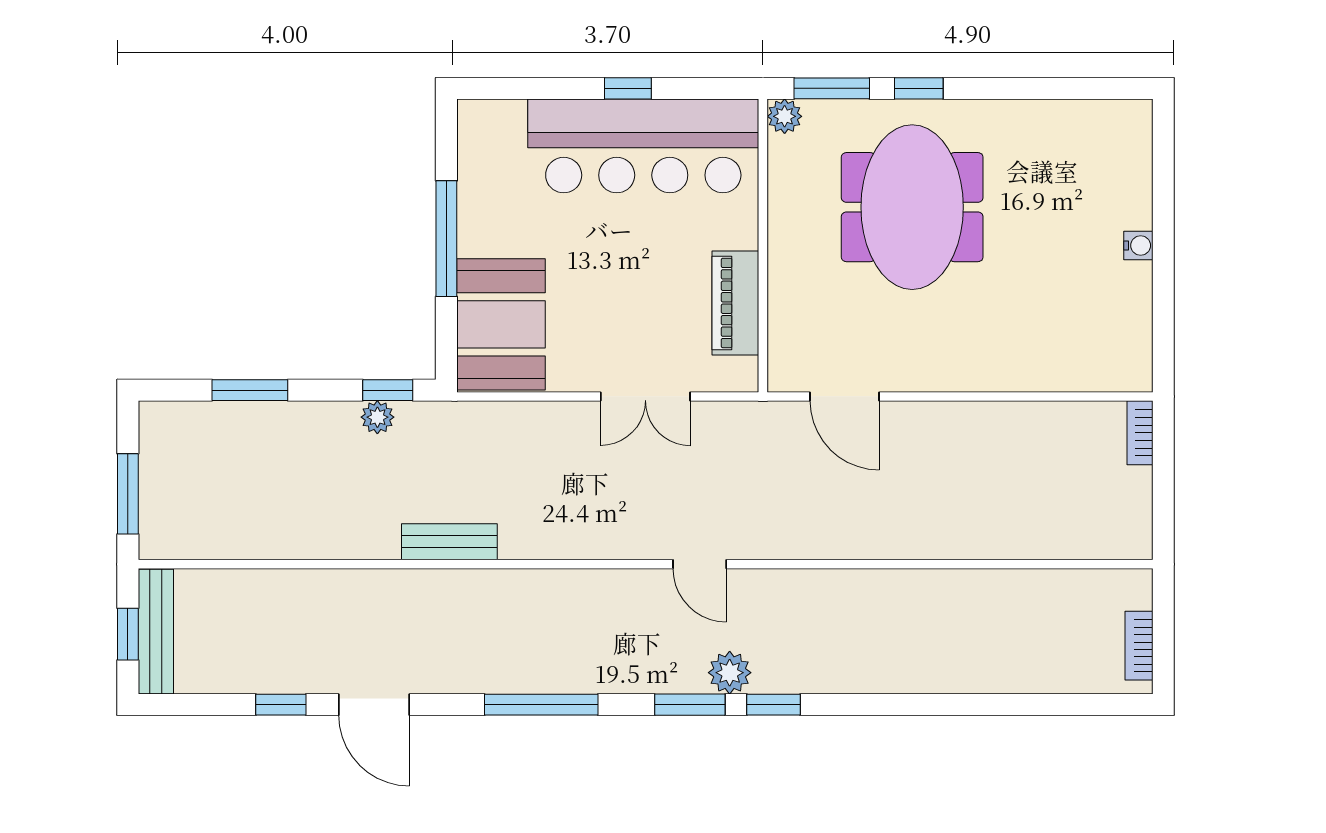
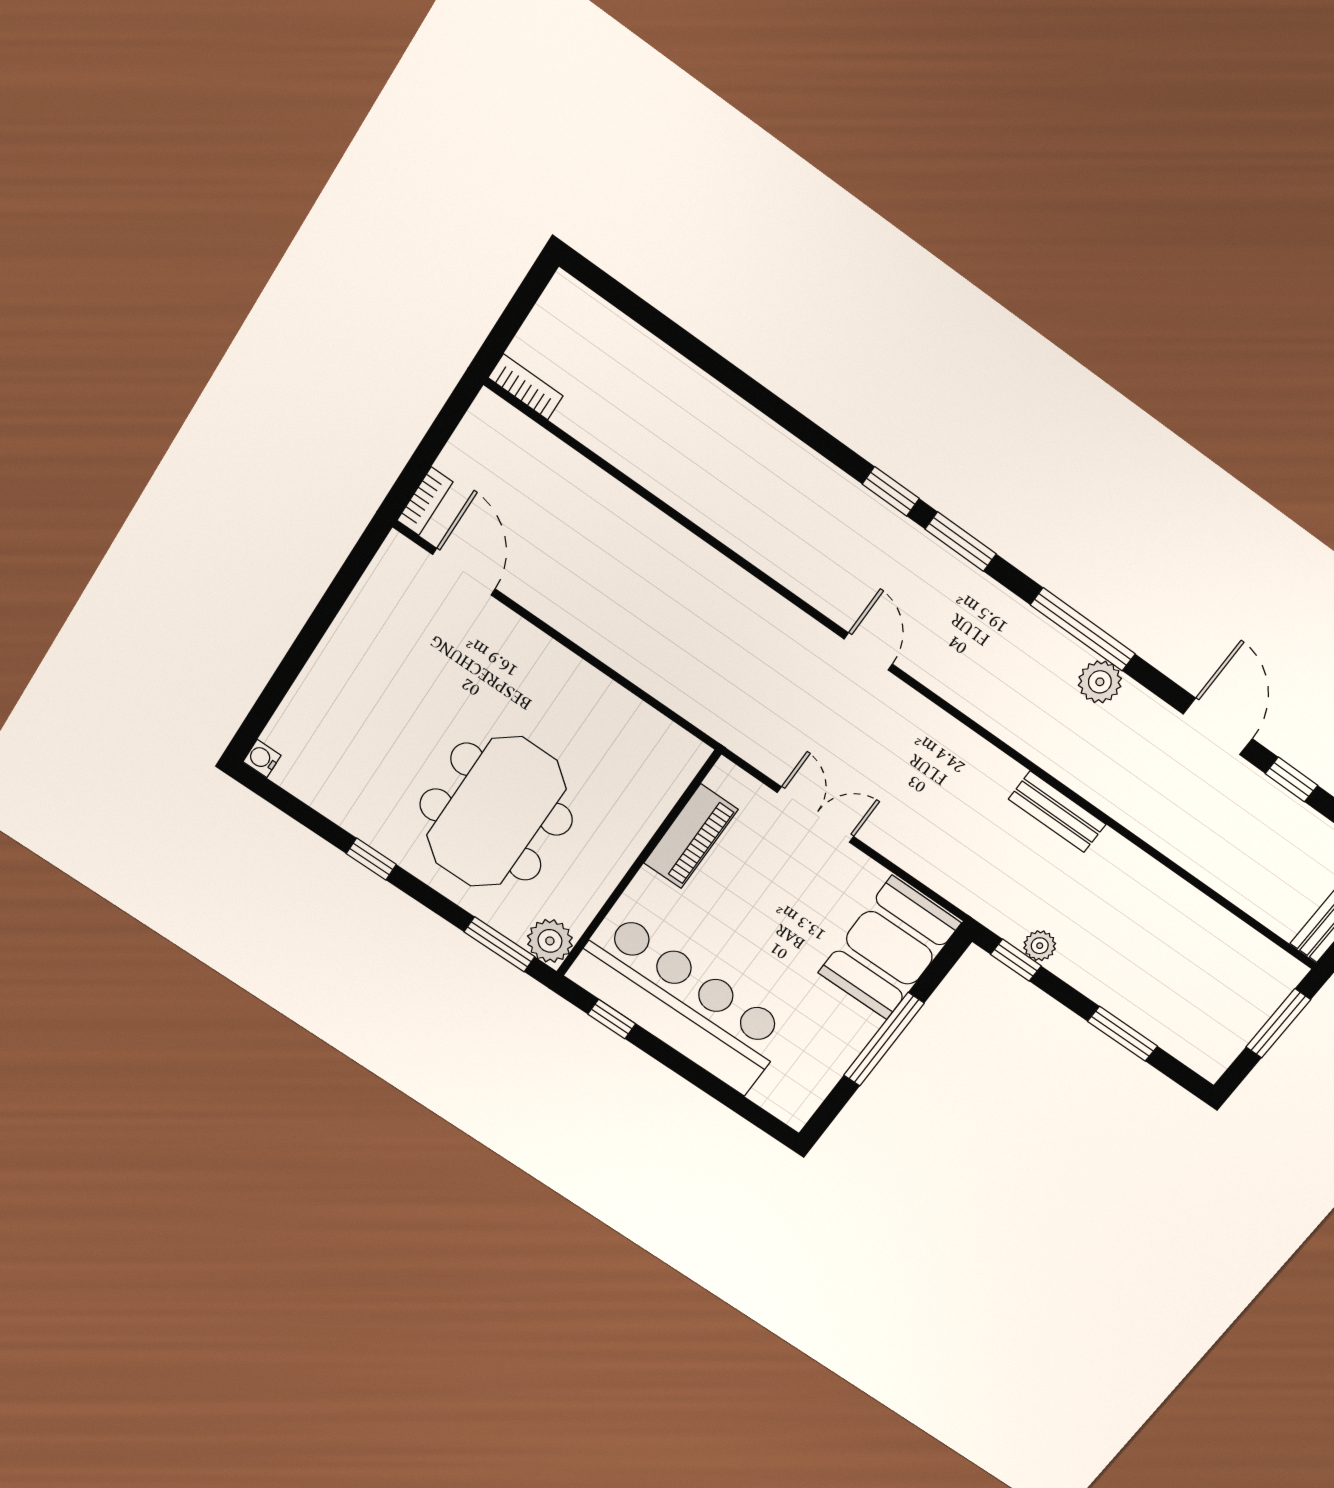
window: (628, 88) -> (612, 1019), moved
window: (919, 88) -> (371, 859), moved
plant: (785, 116) -> (550, 941), width x1.38, depth x1.38
water cooler: (1138, 245) -> (262, 758), moved
door: (845, 396) -> (464, 572), moved
bookcase: (1139, 646) -> (525, 387), moved, turned -90
plant: (730, 673) -> (1100, 682), moved

